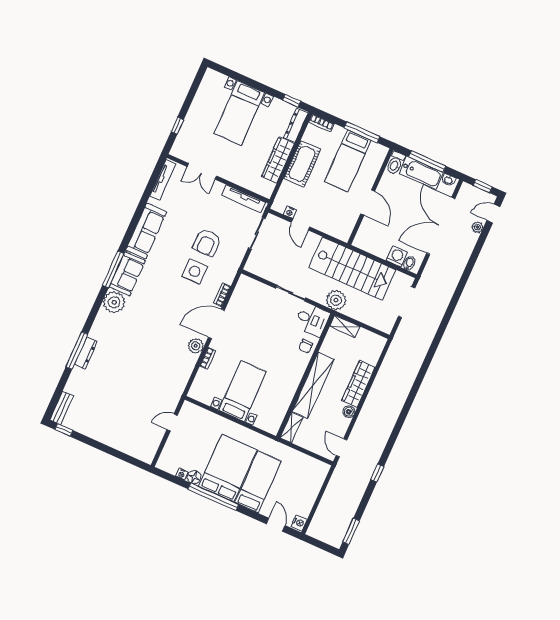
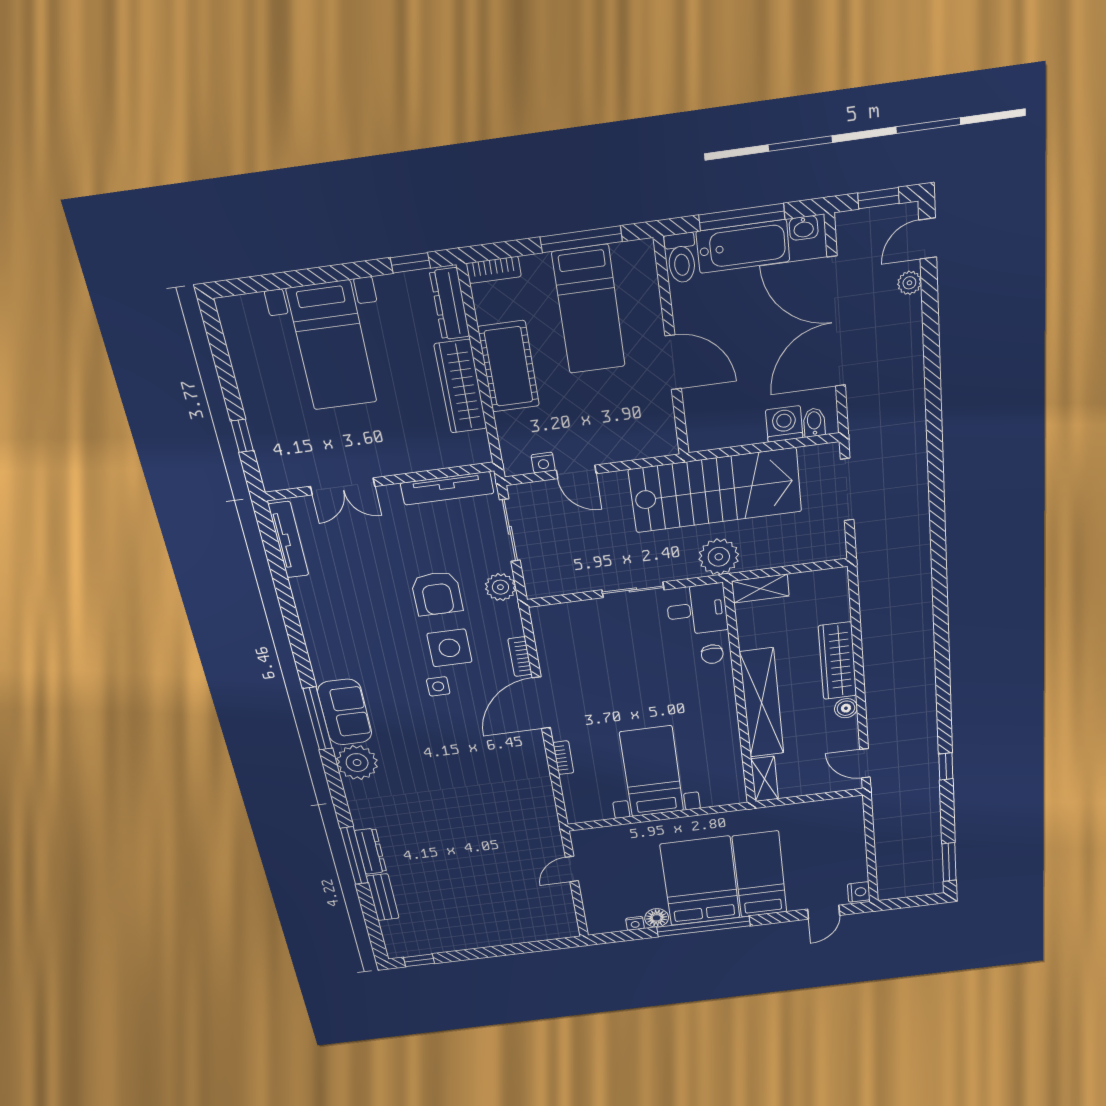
sofa: (146, 231) -> (324, 634), removed
side table: (177, 287) -> (438, 686), added
plant: (196, 346) -> (500, 587), moved
bench: (62, 408) -> (383, 897), moved
door: (276, 525) -> (824, 912), swing flipped

